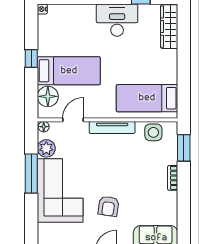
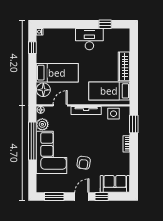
wardrobe: (169, 27) -> (124, 66), moved
window: (31, 59) -> (32, 48), moved
window: (31, 174) -> (32, 141), width x1.46

